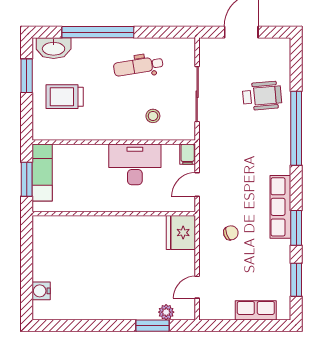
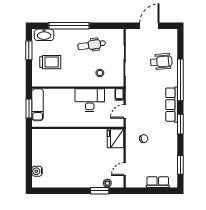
trolley: (65, 97) -> (50, 62), turned 180
row of seats: (280, 207) -> (172, 105), moved
window: (296, 228) -> (180, 124), moved

